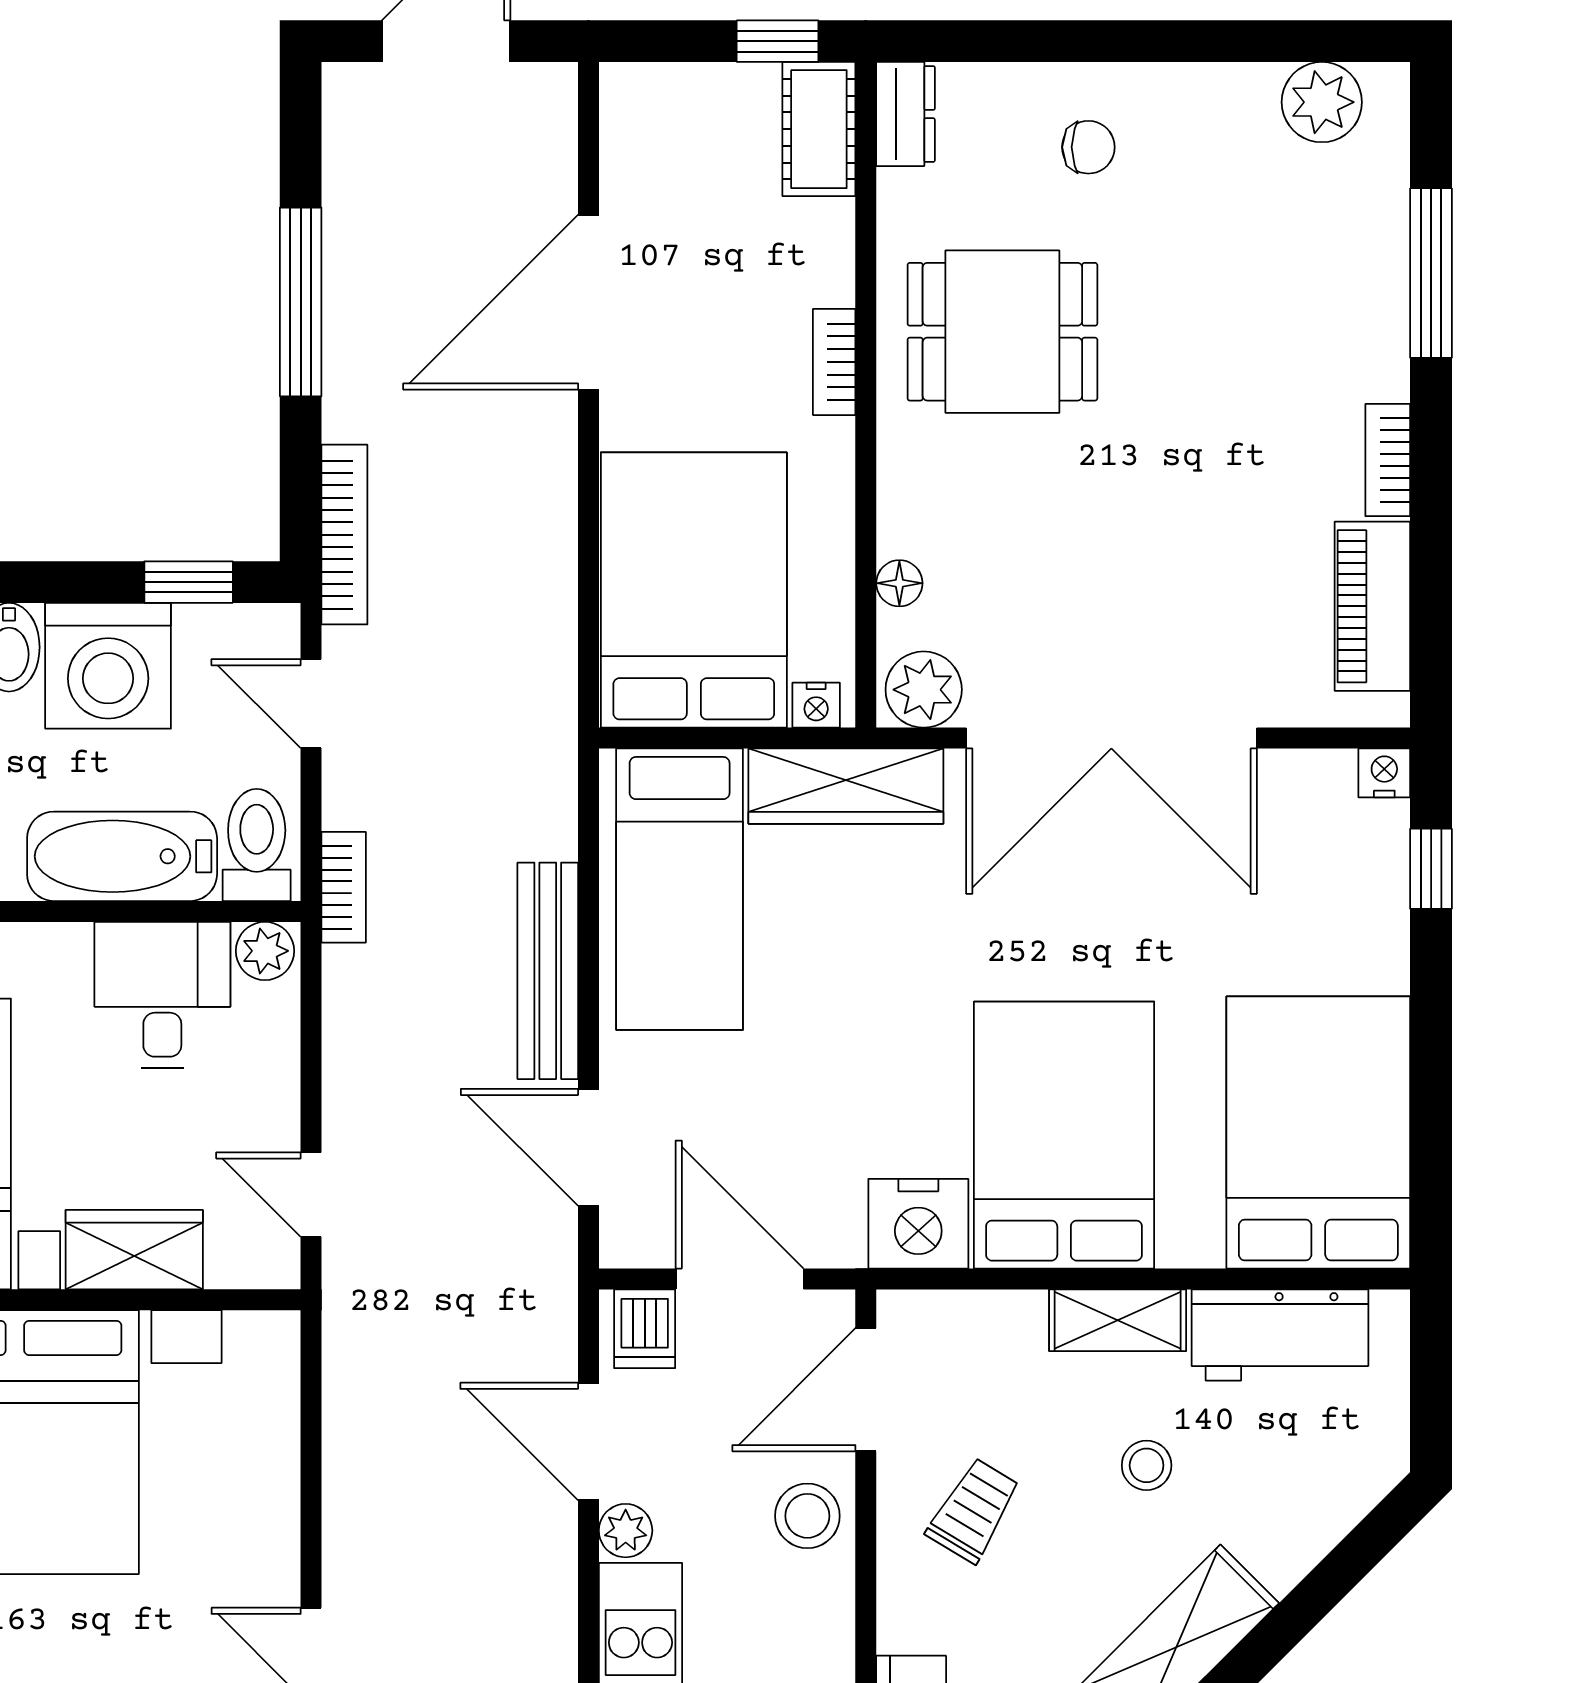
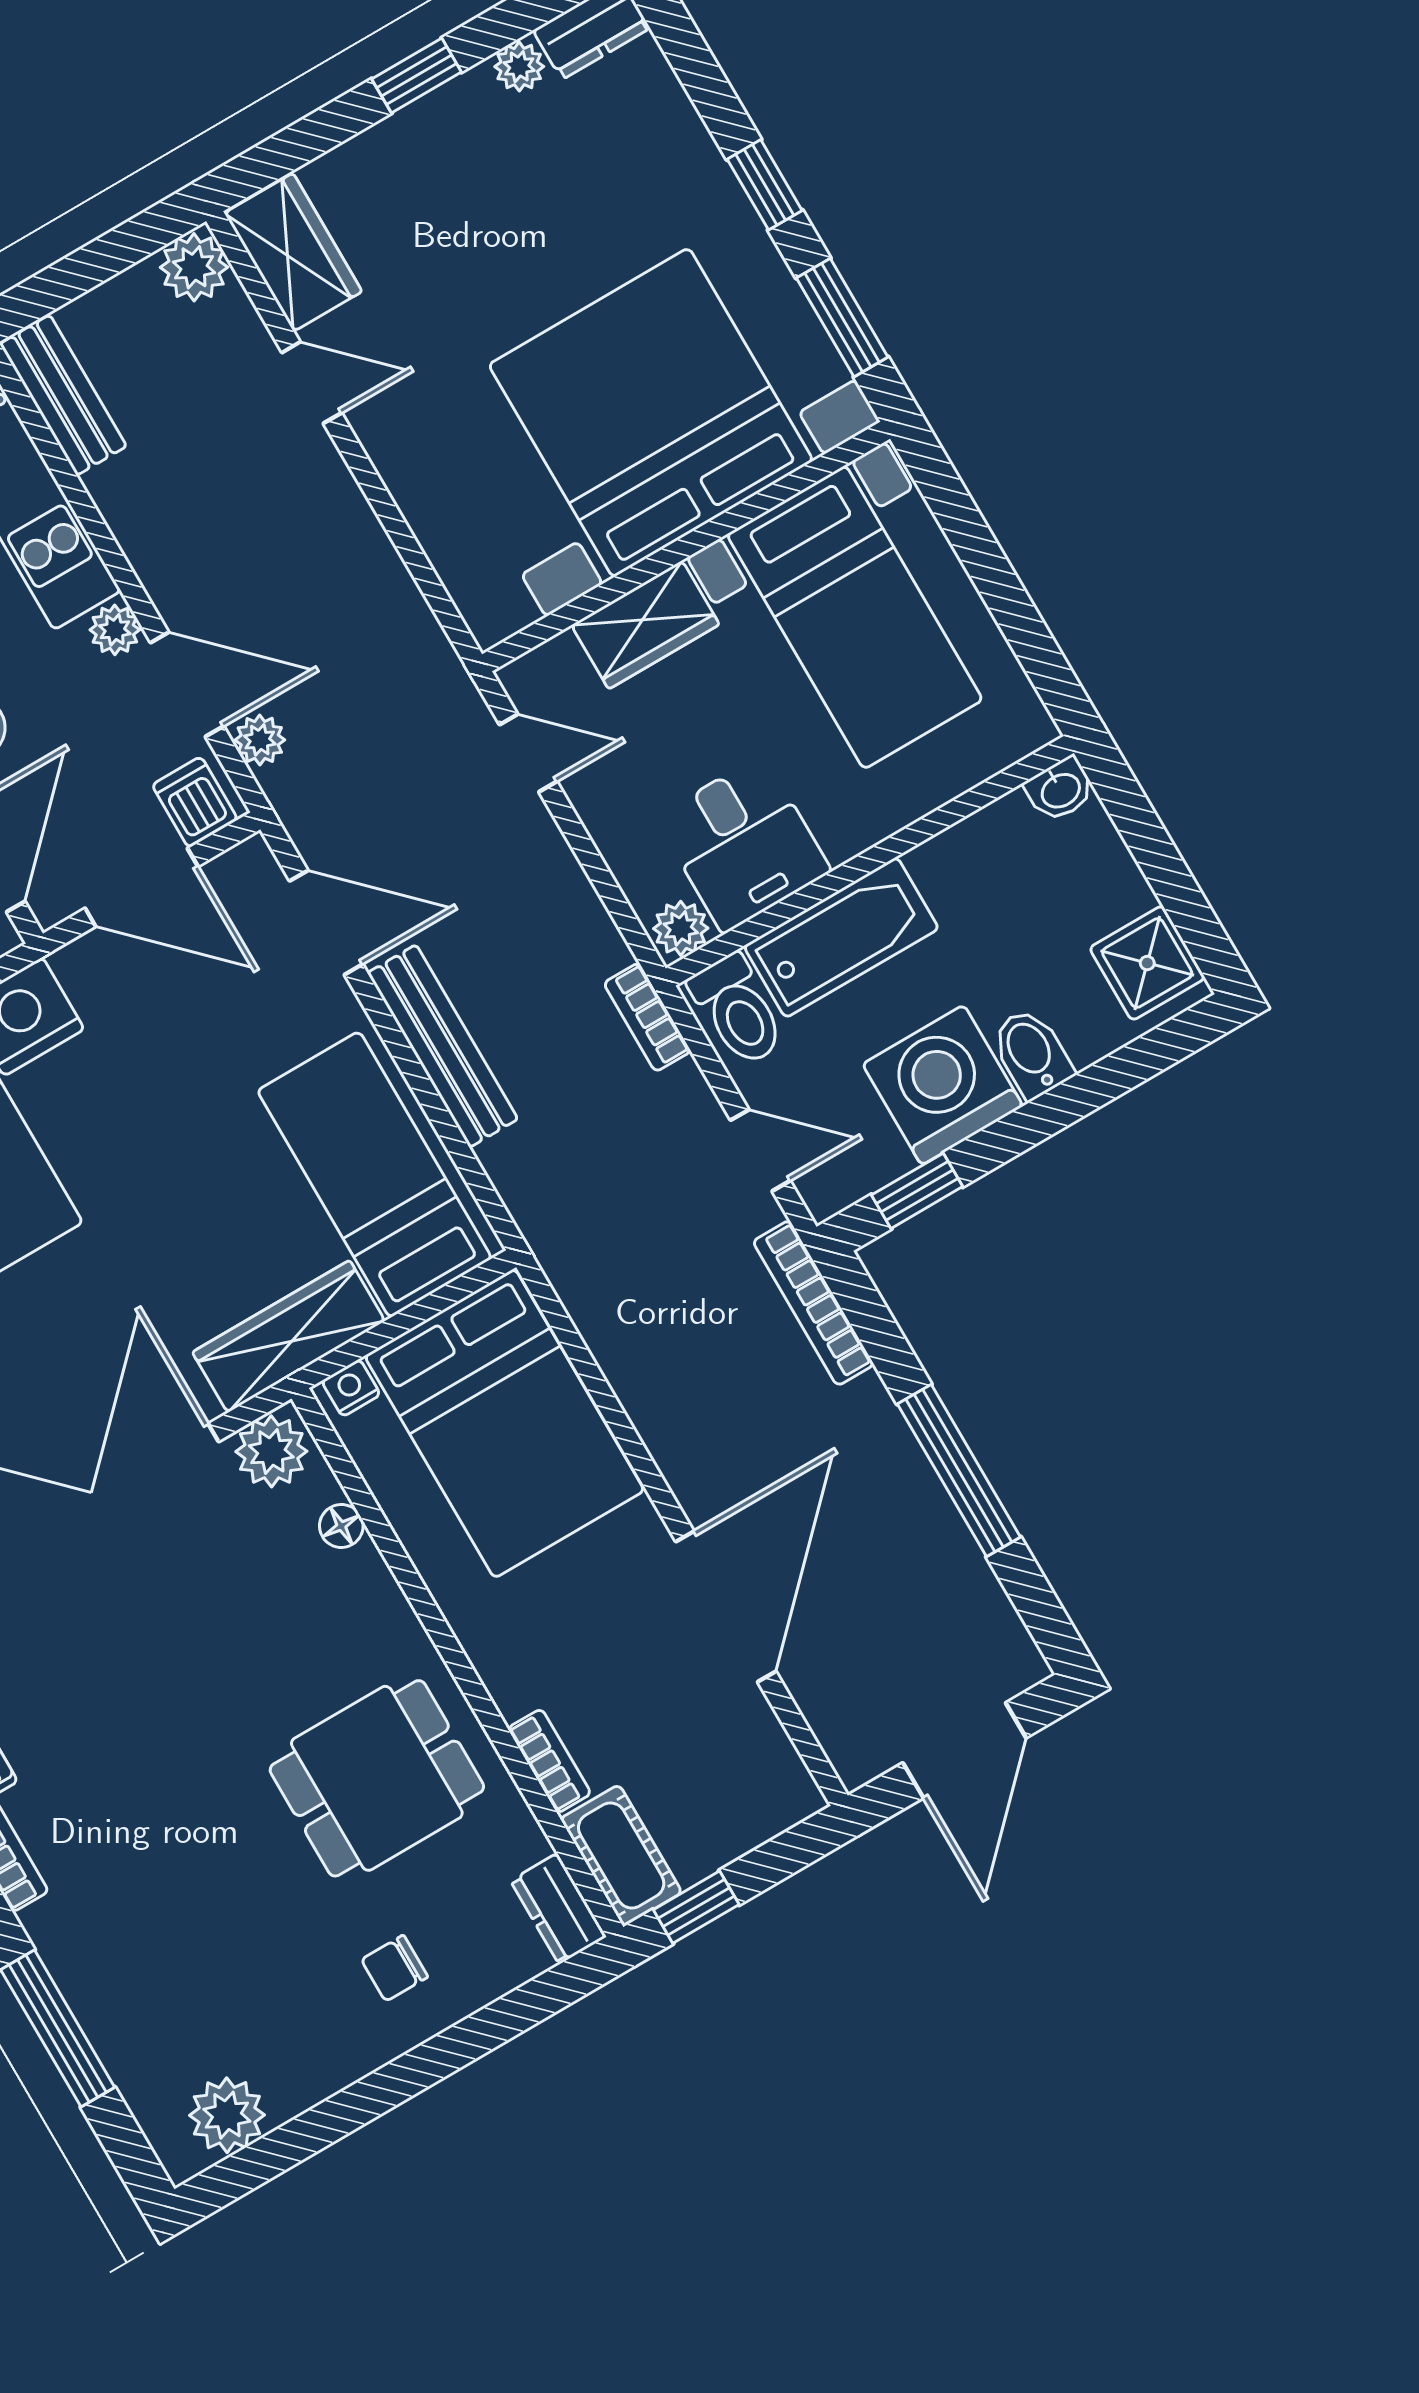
bookcase: (834, 362) -> (549, 1761), moved
plant: (551, 1351) -> (260, 740), added

